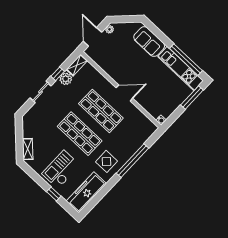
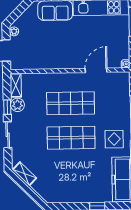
door: (124, 93) -> (96, 70), moved
shelving: (28, 149) -> (25, 174), moved
checkout: (61, 170) -> (84, 181), removed

